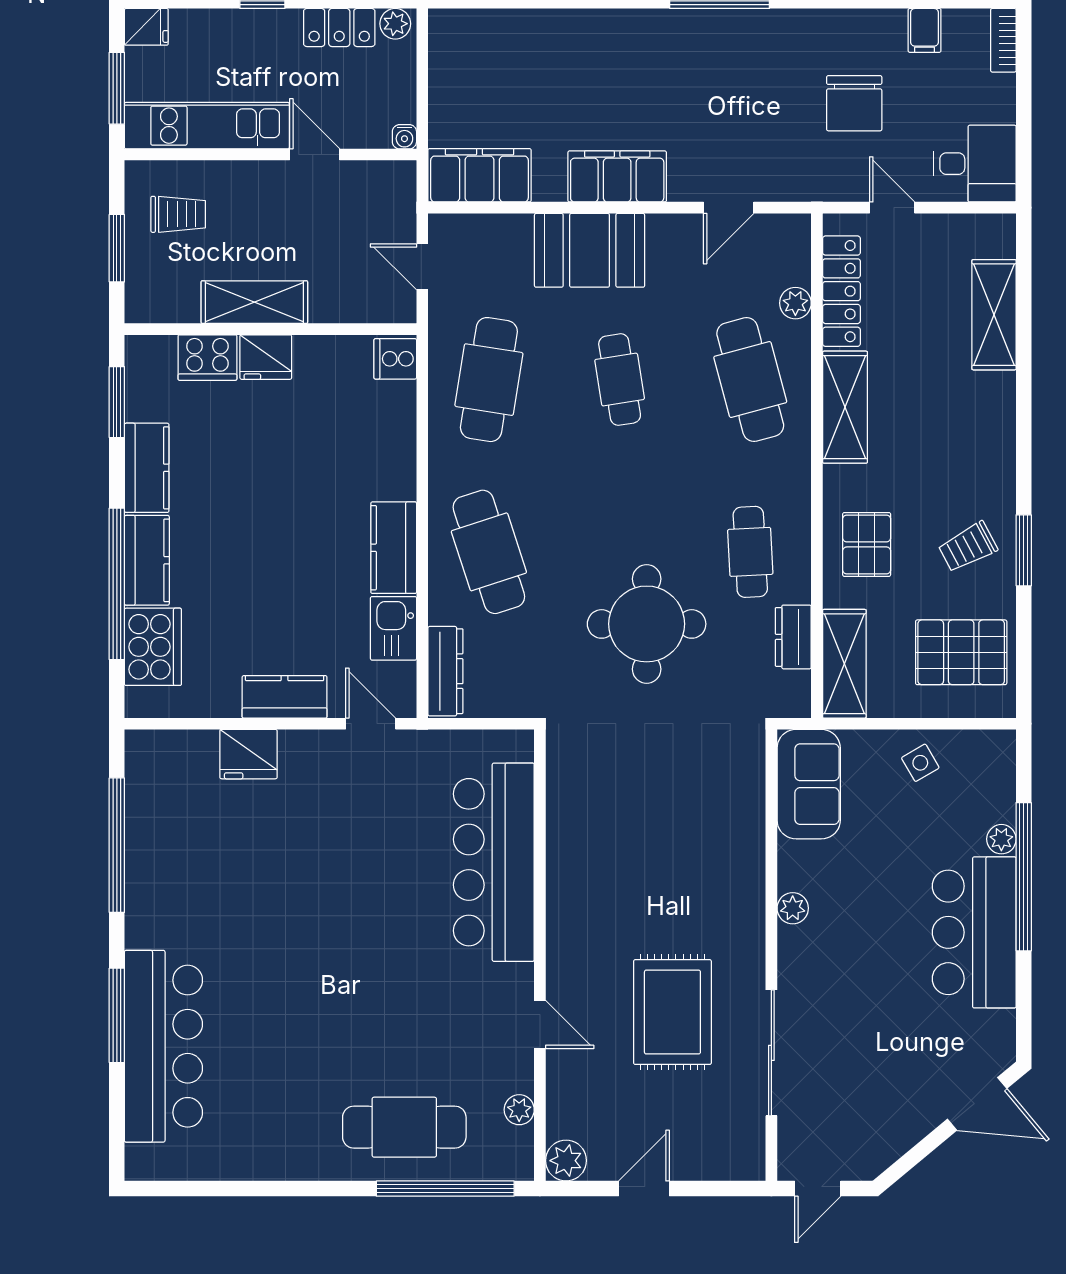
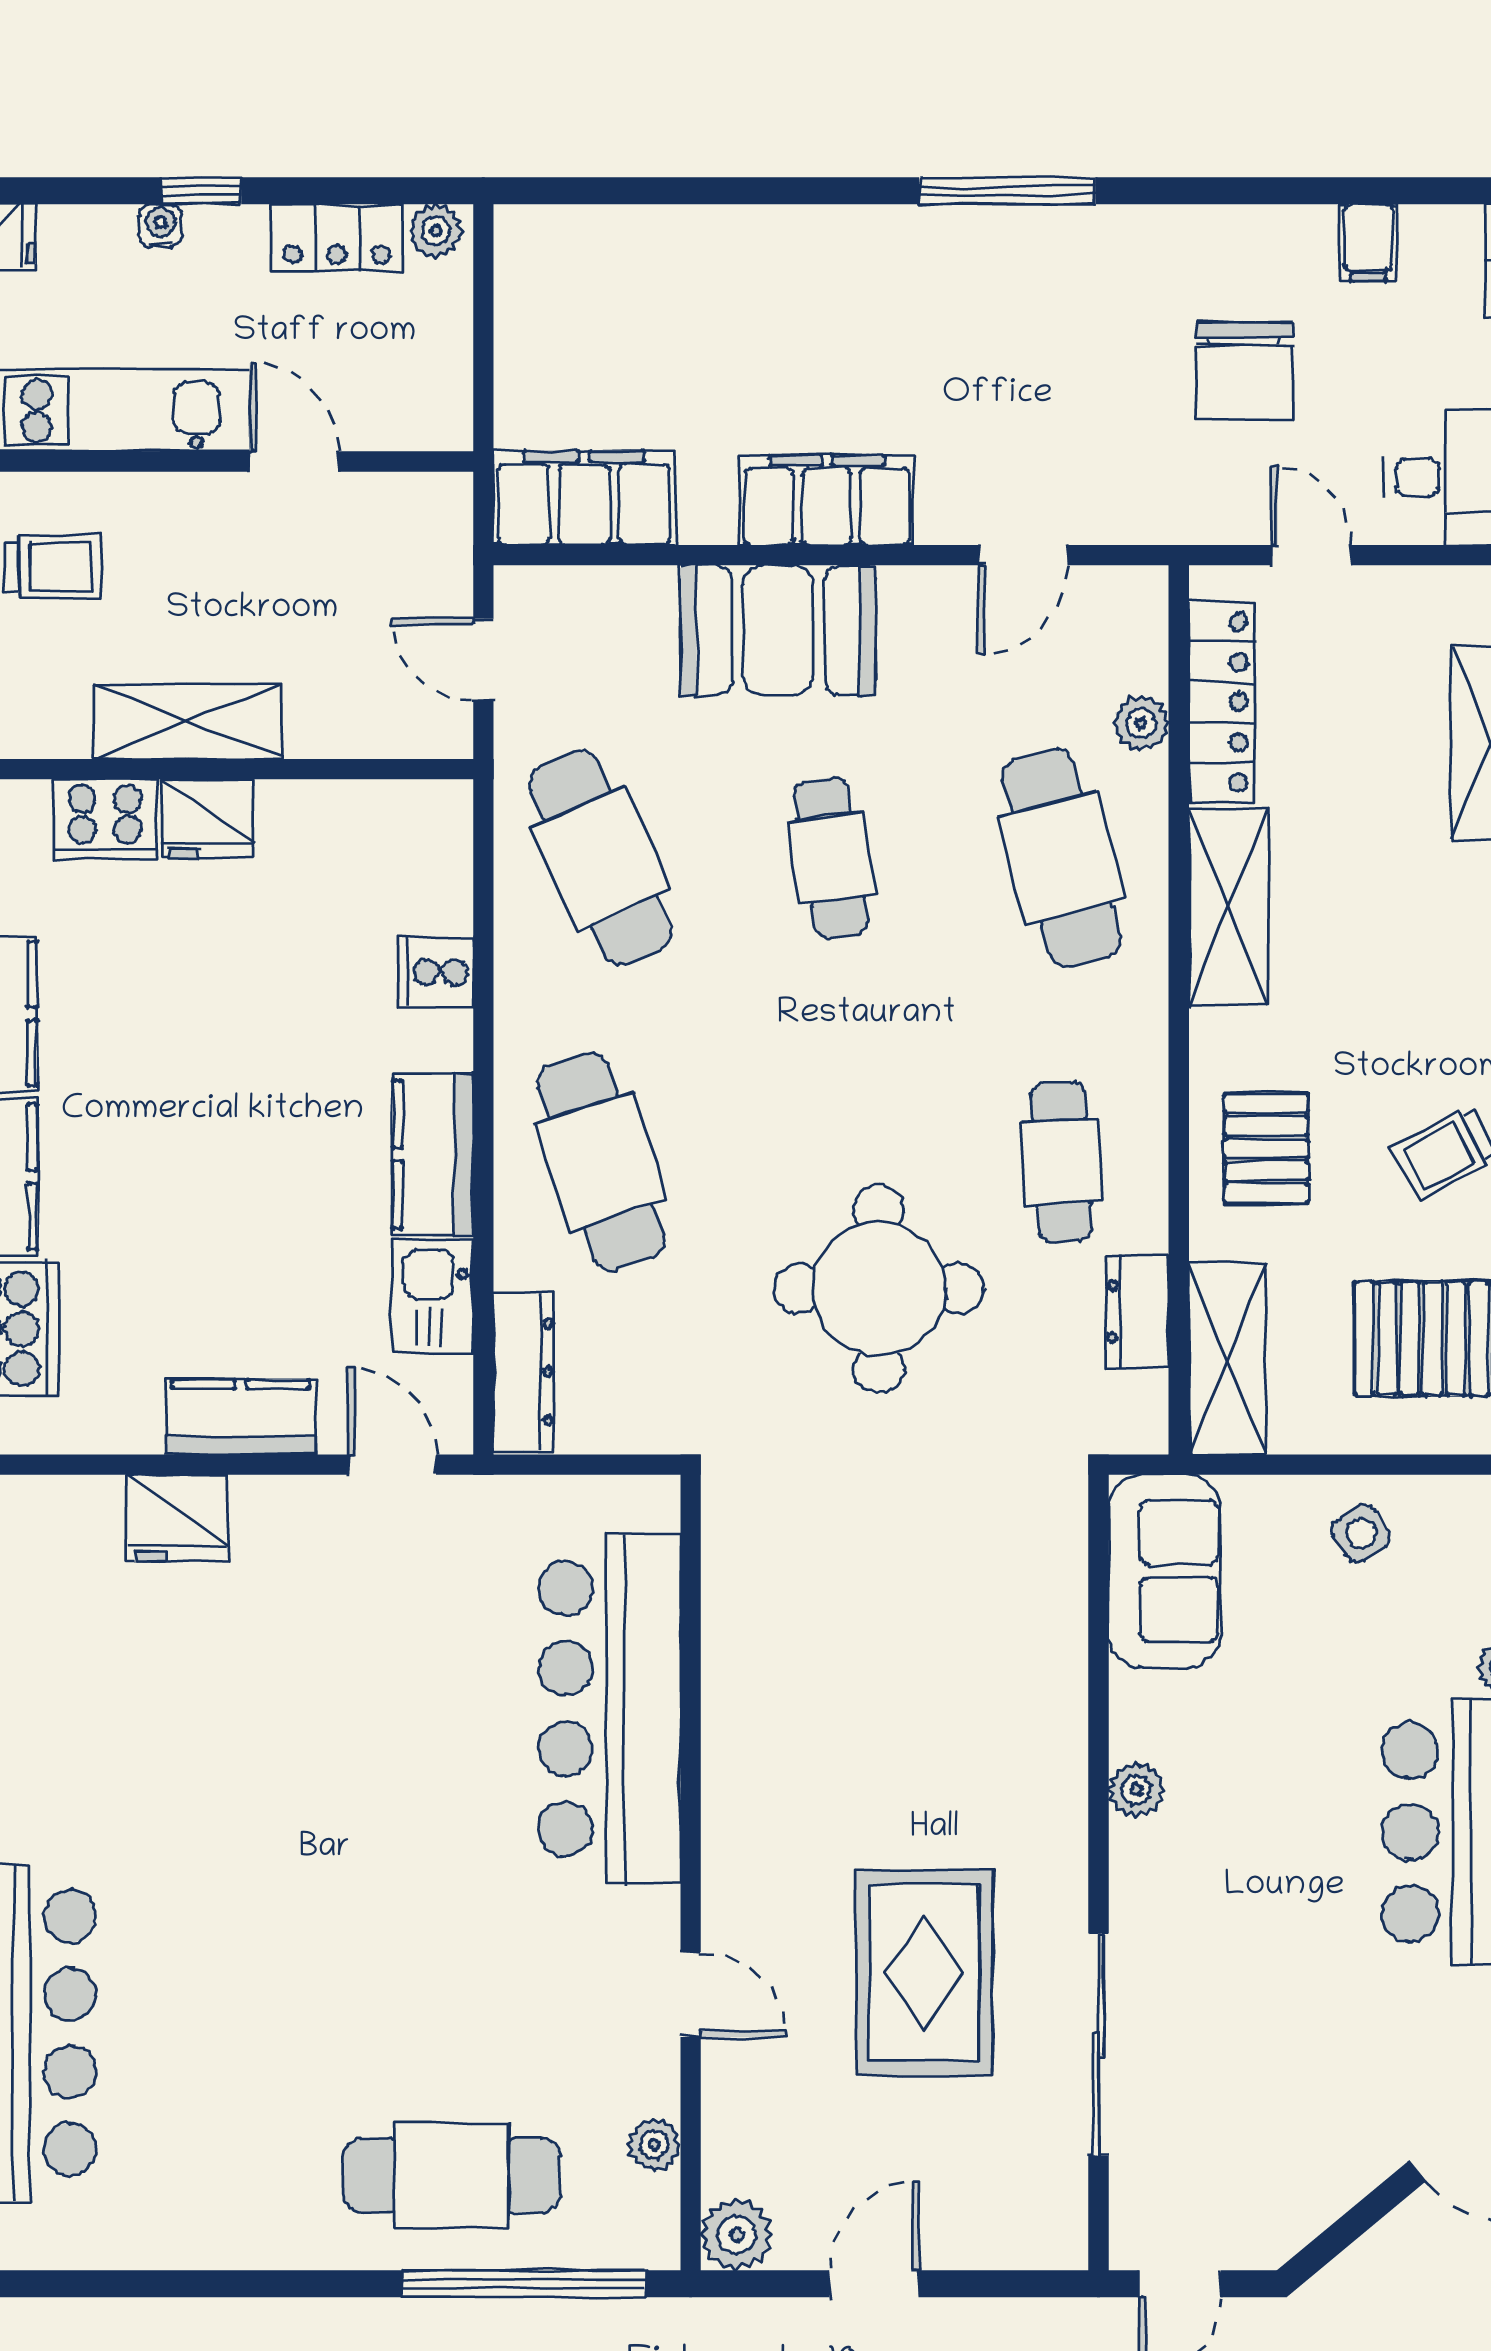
water cooler: (404, 137) -> (161, 225), moved, turned 180
cooker: (395, 359) -> (436, 972), moved
cafe table: (489, 380) -> (601, 858), turned -33

